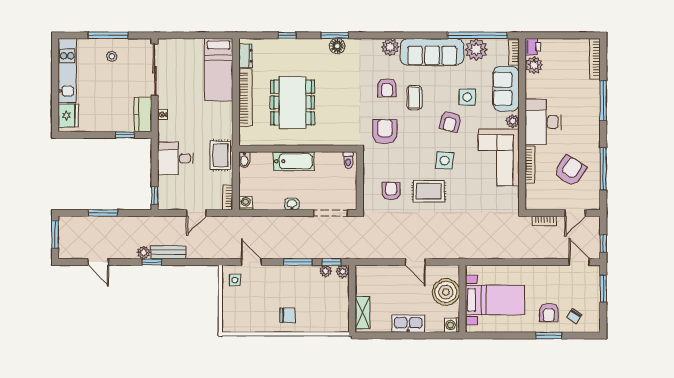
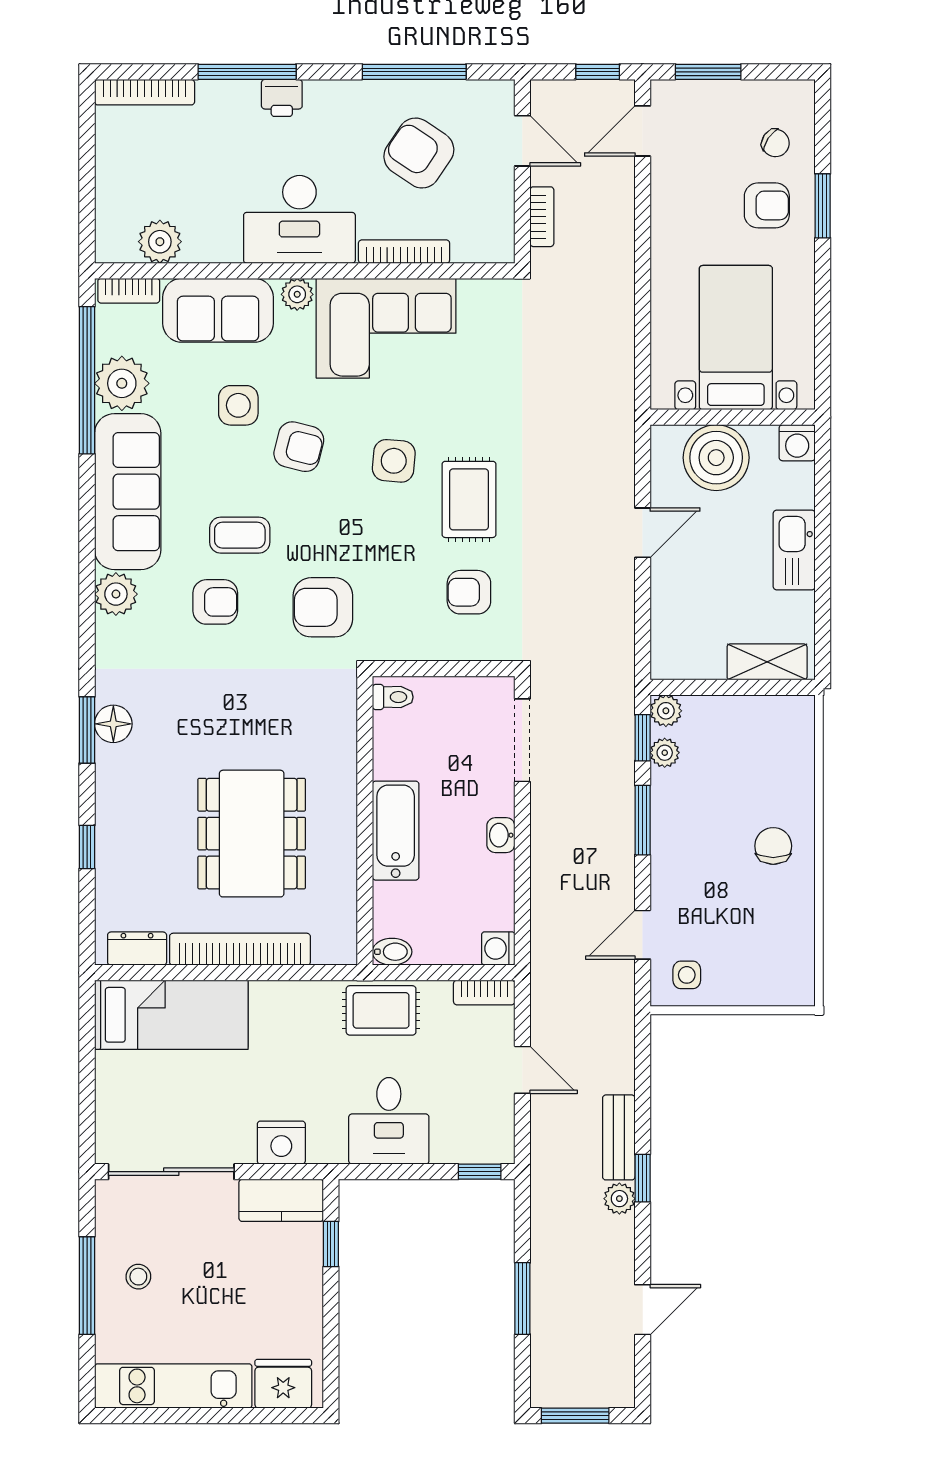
printer: (533, 47) -> (282, 98), moved, turned 180
dining table: (293, 102) -> (252, 834), turned 90
nightstand: (163, 115) -> (281, 1143), width x1.89, depth x1.79

